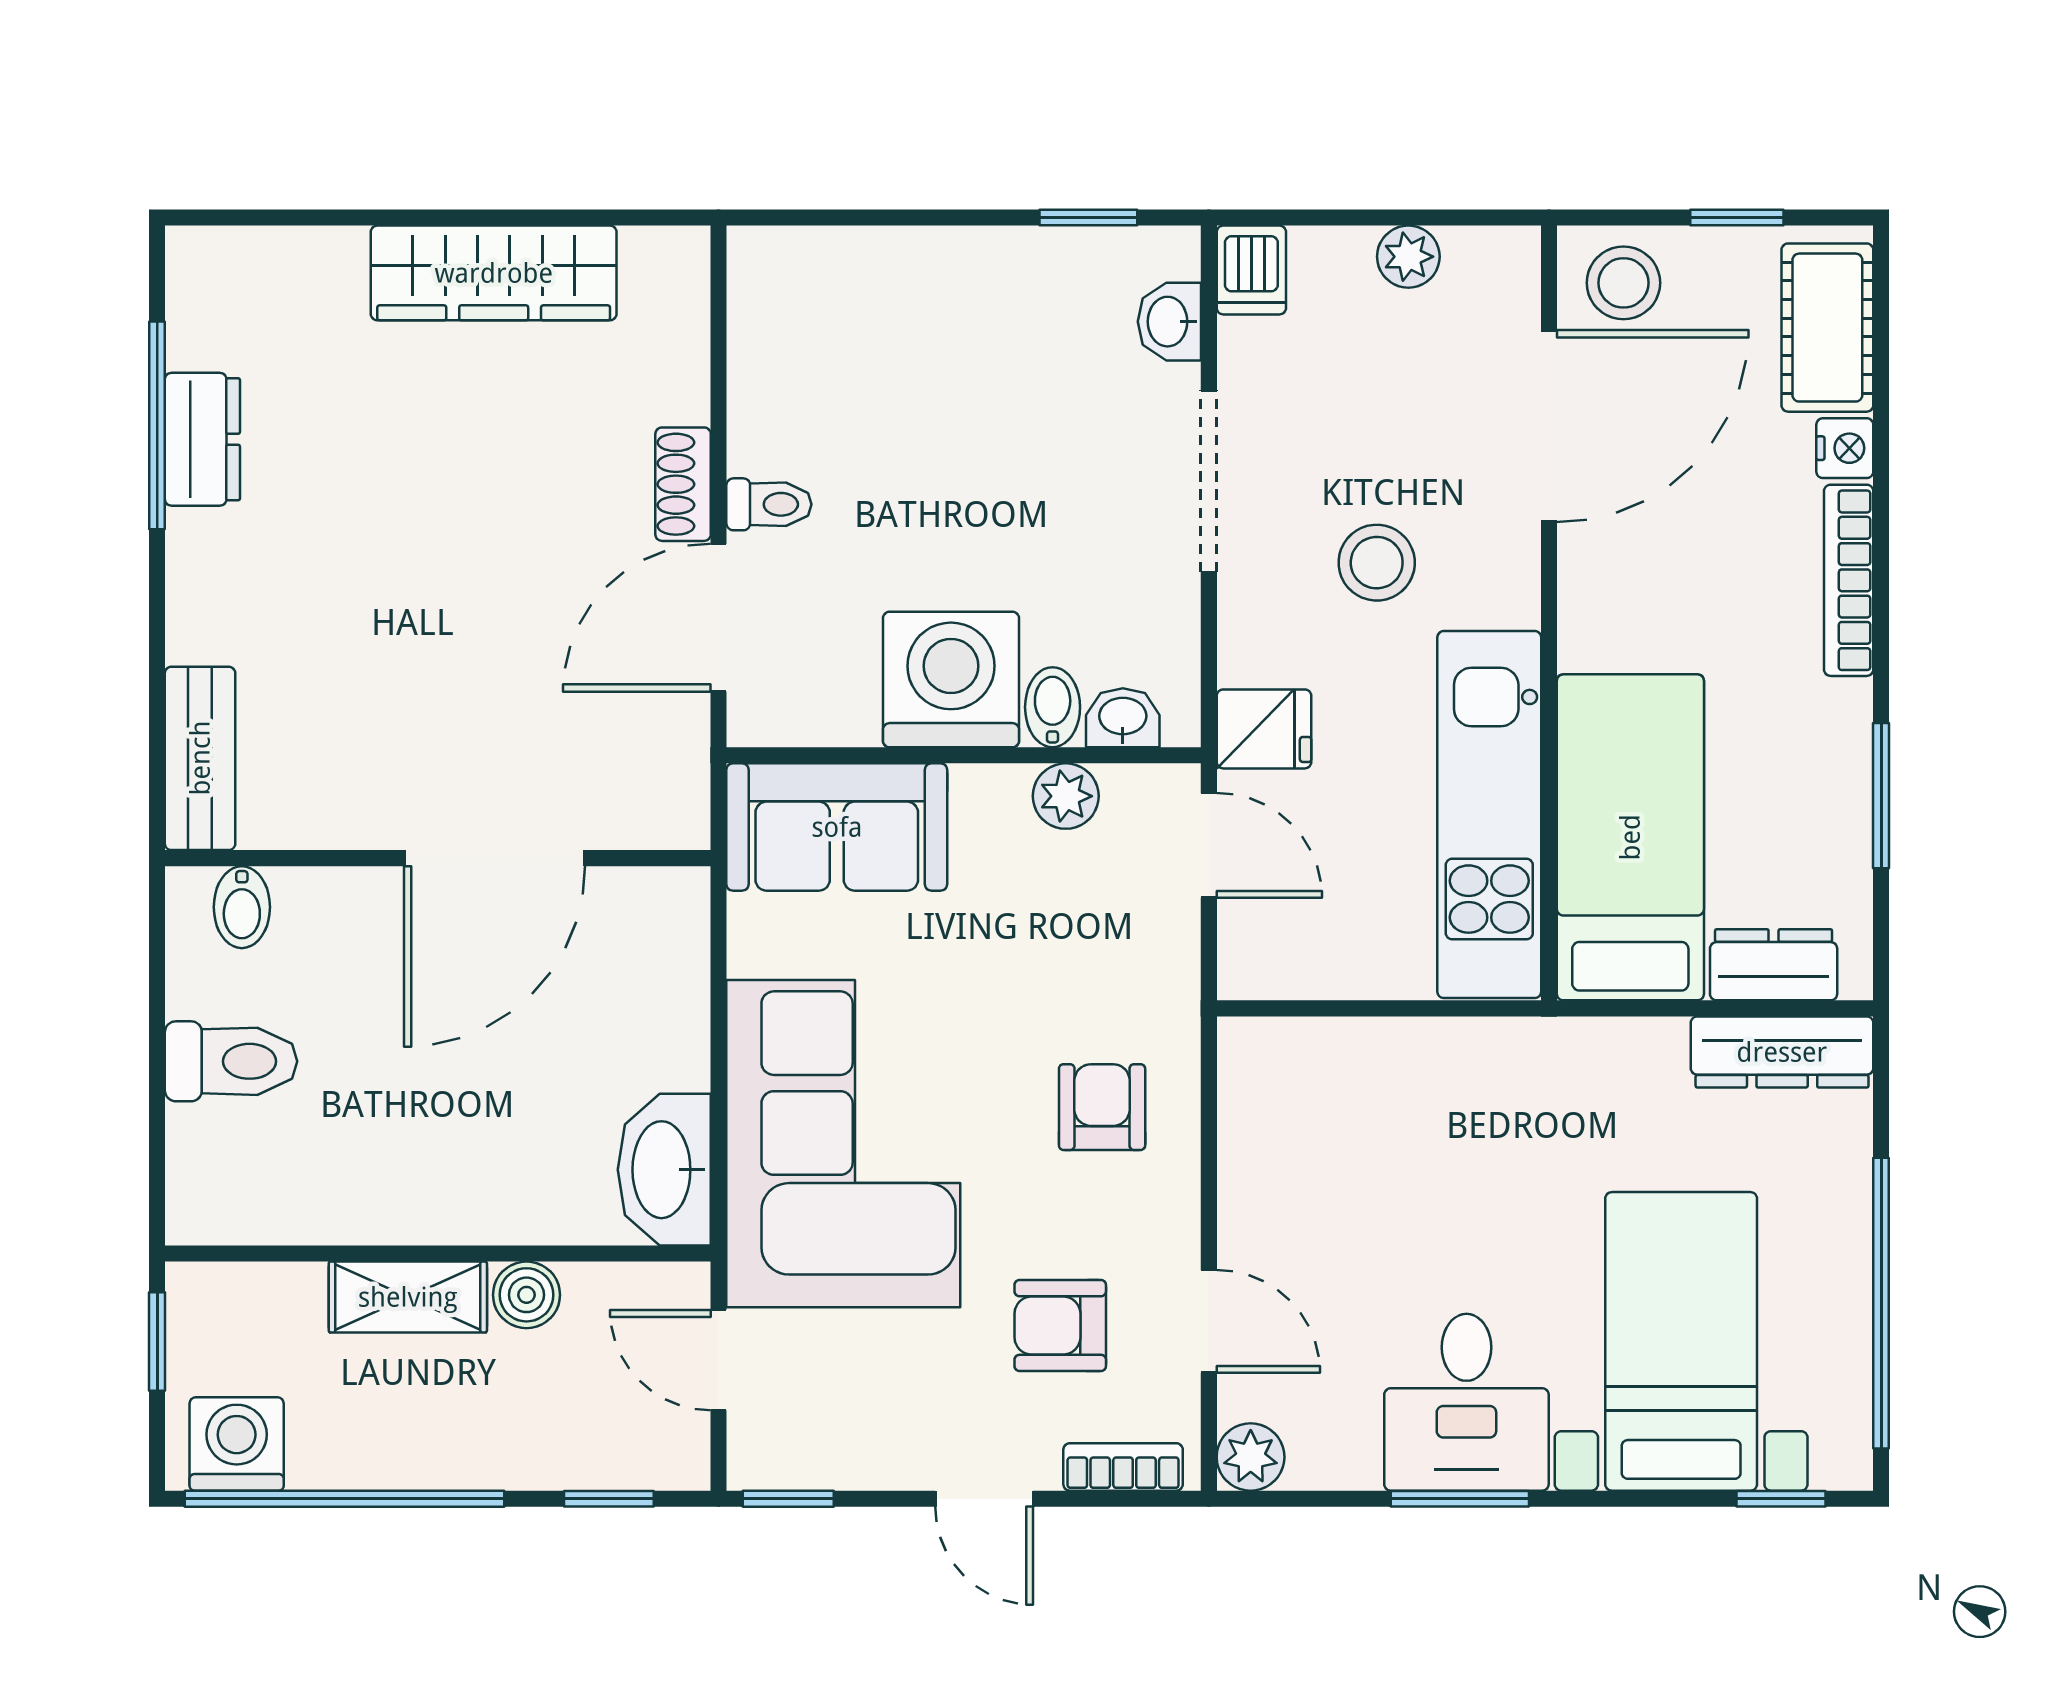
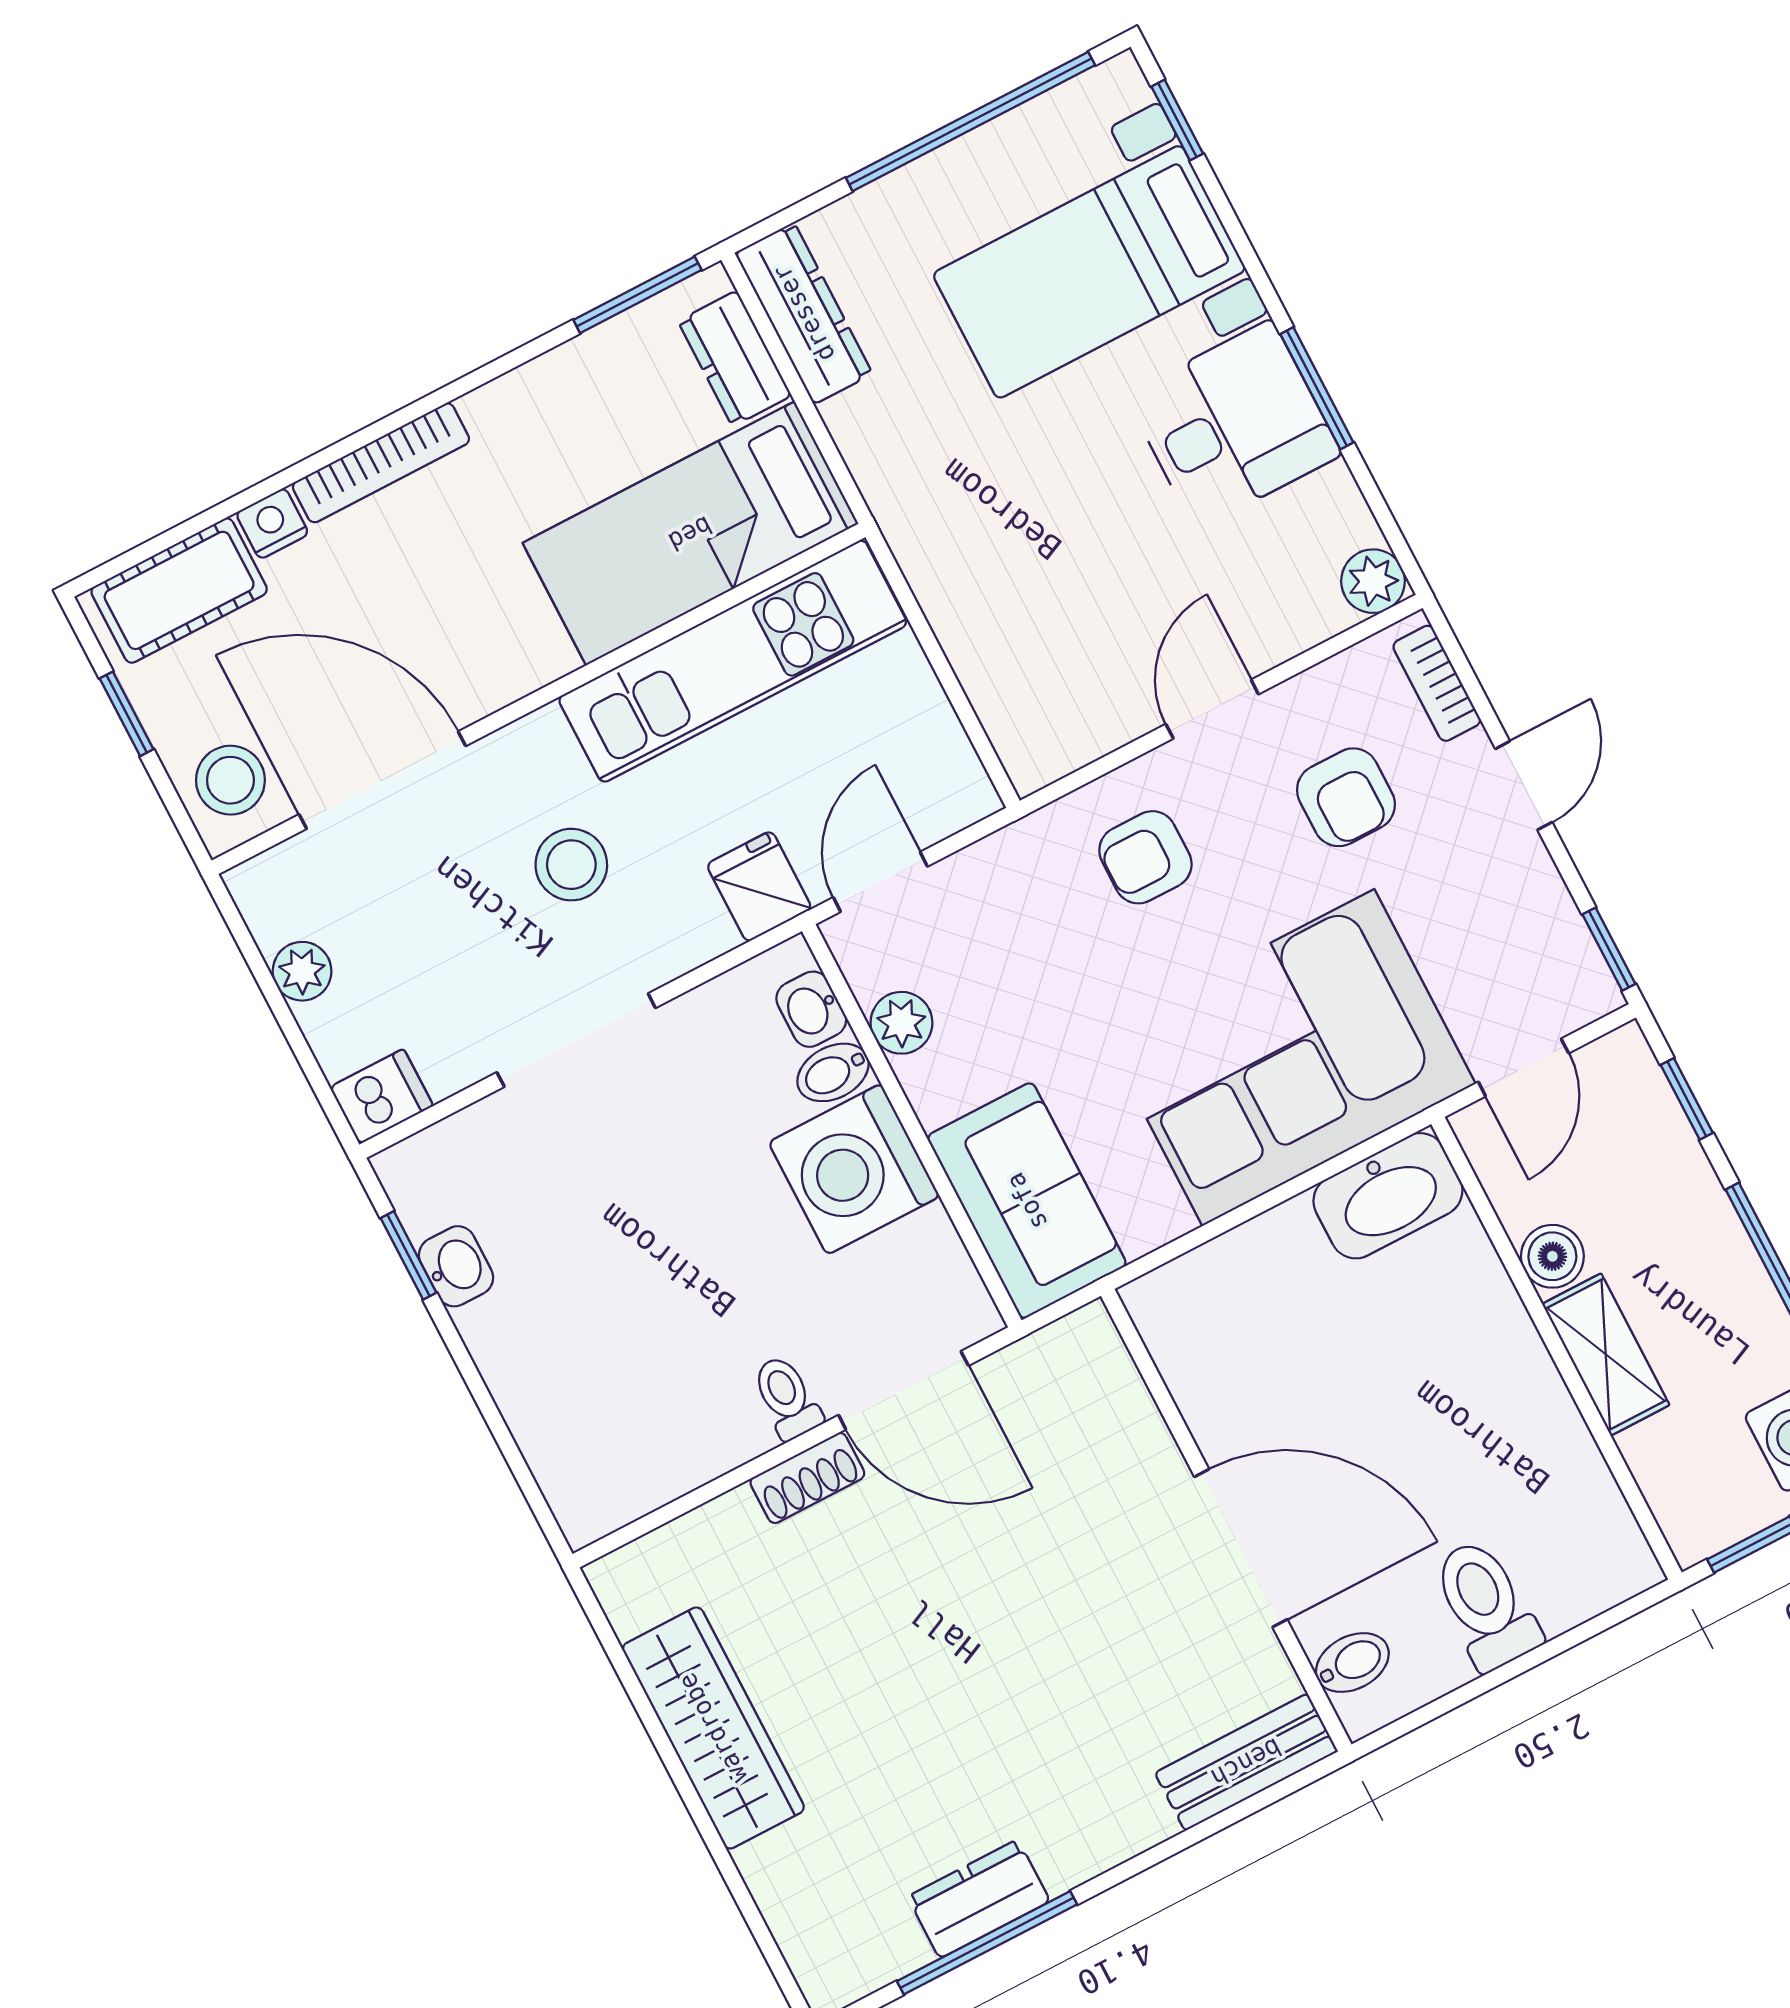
washbasin: (1169, 322) -> (456, 1266), moved, turned -90
window: (1881, 796) -> (637, 295), moved
door: (495, 858) -> (1241, 1548), moved
door: (1209, 1321) -> (1212, 709), moved

